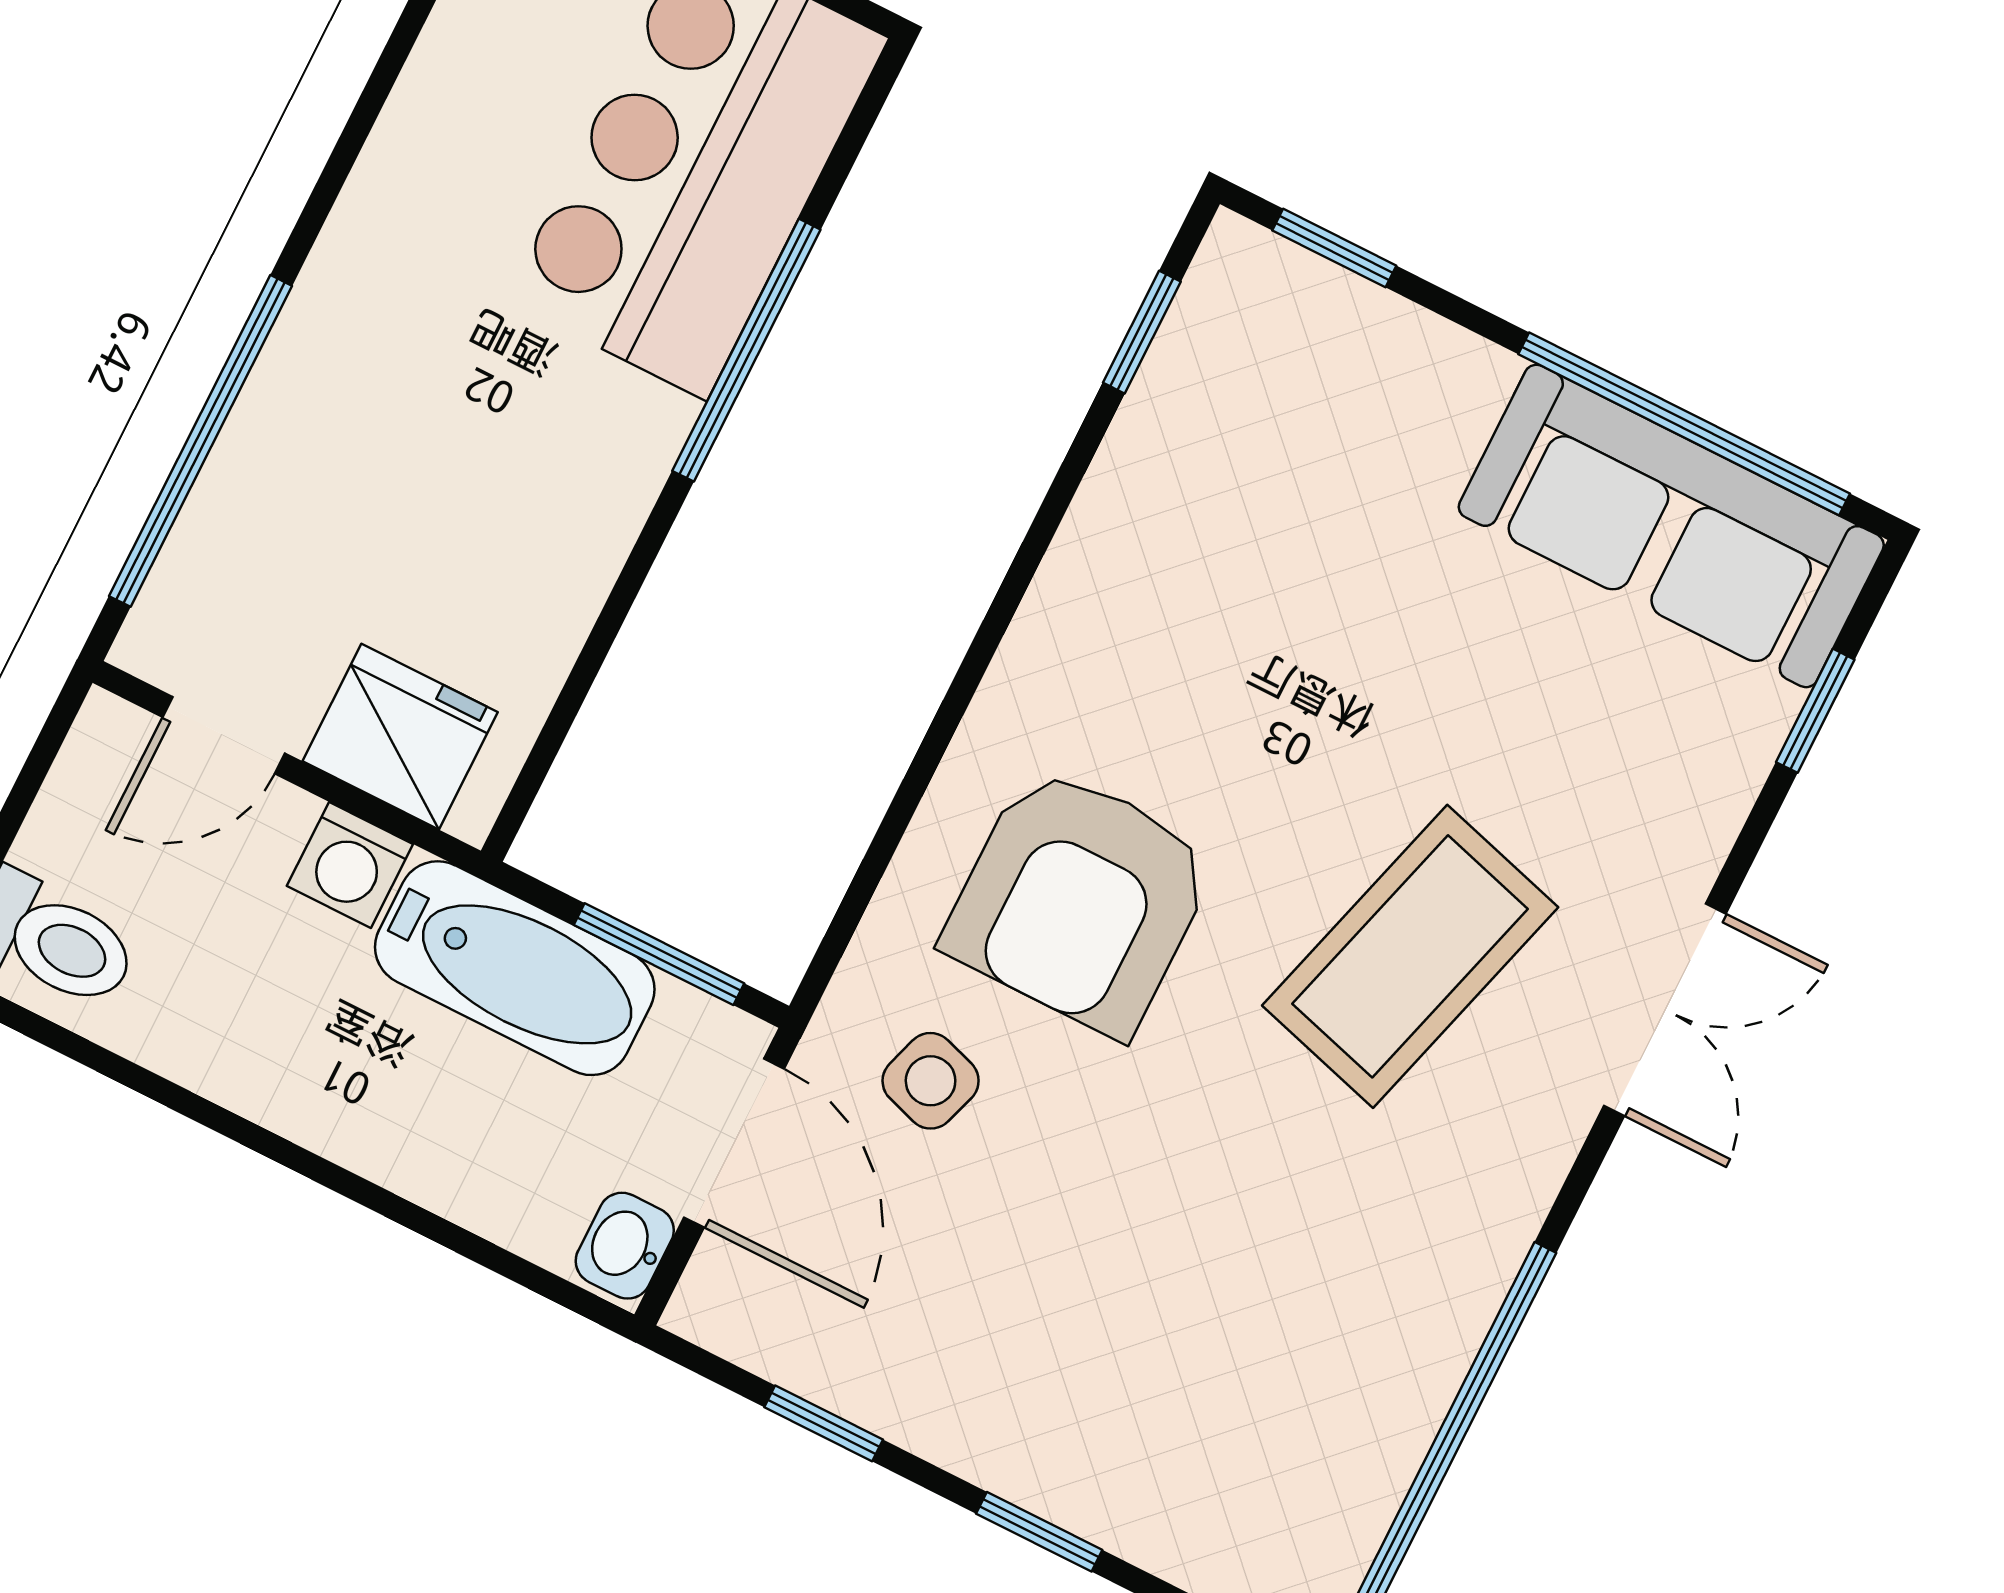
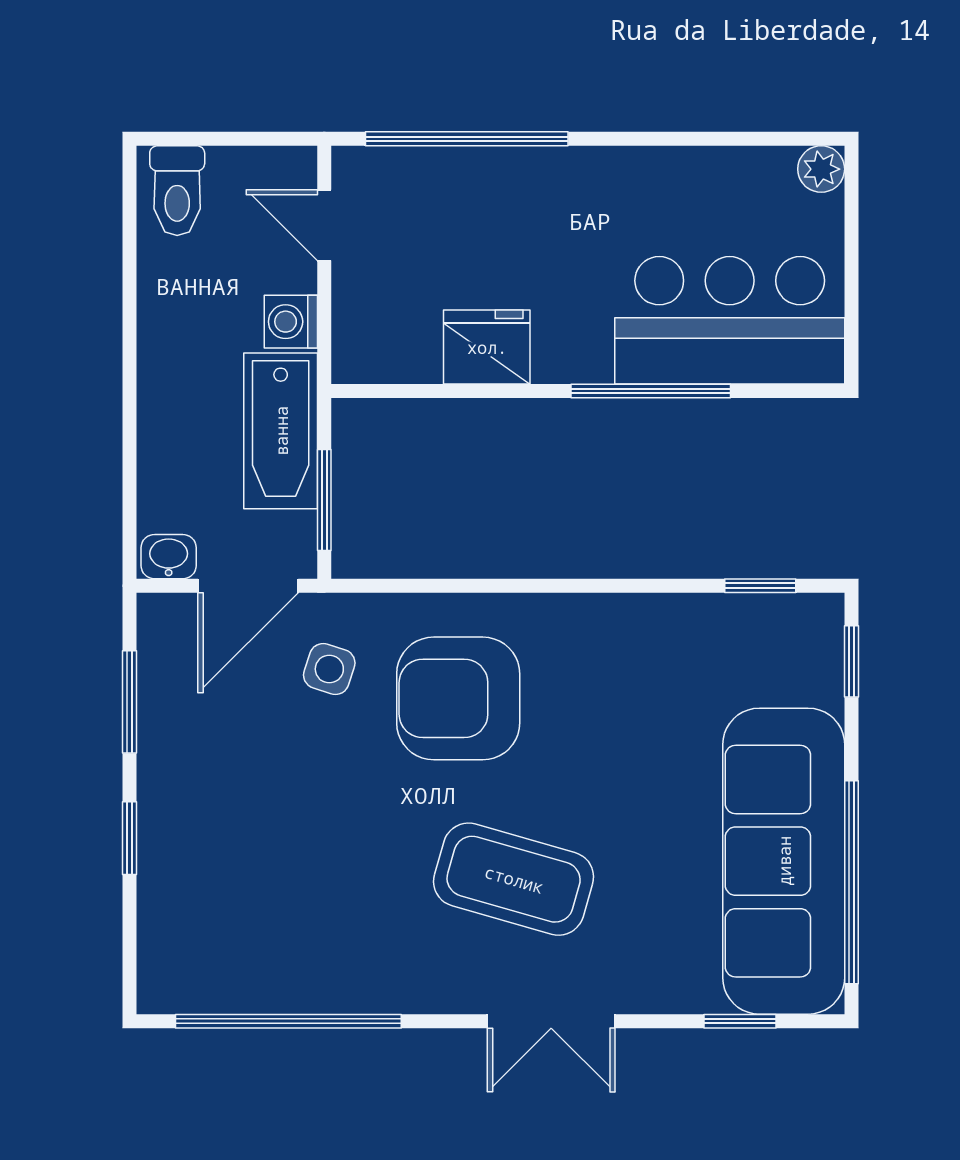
sofa: (1671, 526) -> (784, 861), width x1.36, depth x1.27
fridge: (400, 737) -> (487, 347), moved, turned -90
window: (824, 1423) -> (129, 702), width x1.50

